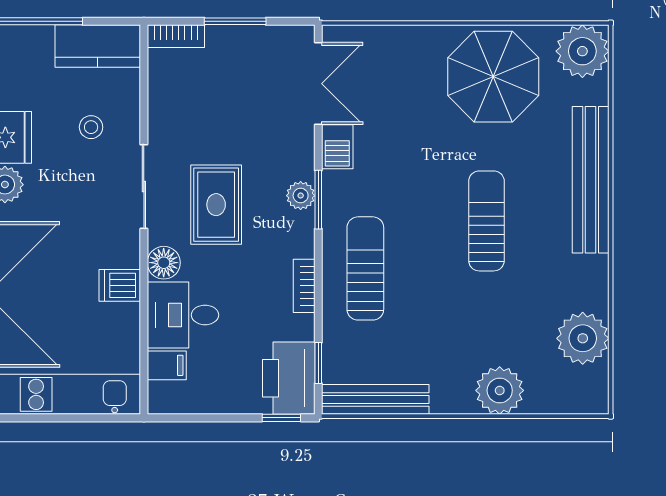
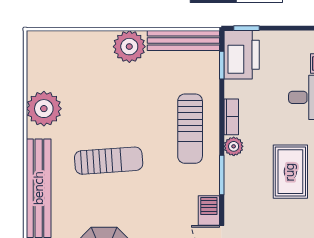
plant: (301, 196) -> (234, 146), moved
sun lounger: (486, 221) -> (109, 161), turned -94
plant: (583, 338) -> (44, 109), moved
plant: (500, 390) -> (129, 47), moved

